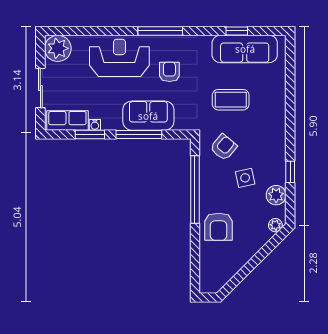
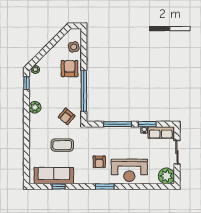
window: (160, 31) -> (105, 186), width x0.69
sofa: (148, 116) -> (112, 135), removed
window: (290, 172) -> (26, 83), moved
side table: (245, 178) -> (74, 47), moved
plant: (276, 195) -> (35, 107), moved

